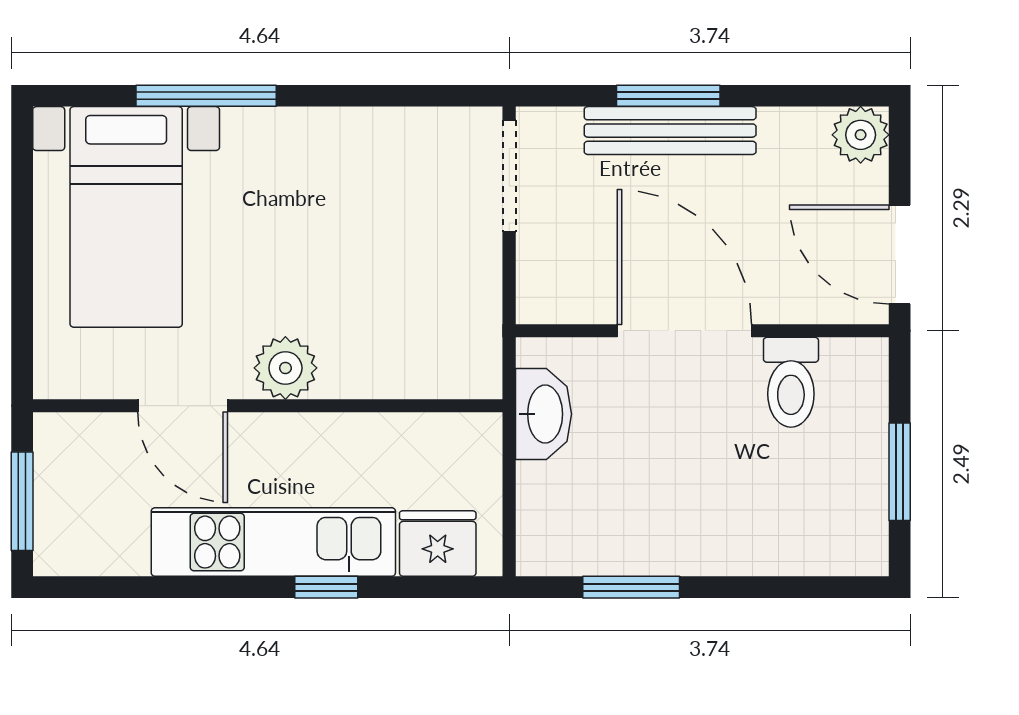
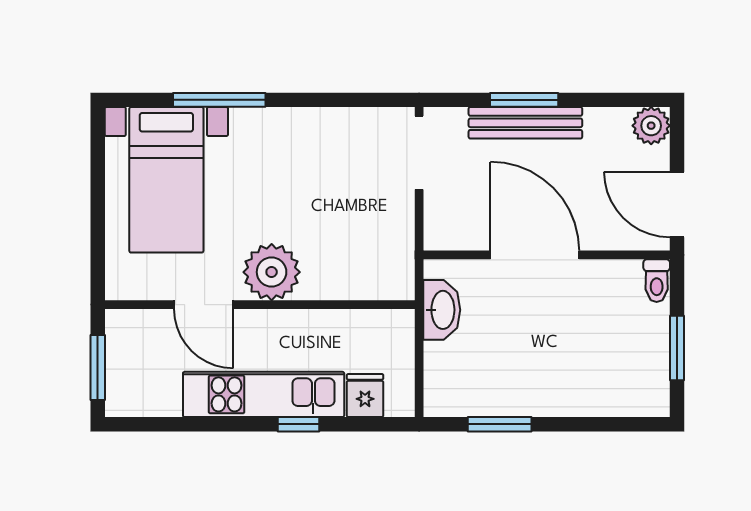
plant: (285, 368) -> (272, 272), width x1.36, depth x1.36
toilet: (791, 382) -> (657, 281), moved, width x0.73, depth x0.72
fridge: (438, 544) -> (365, 395), width x0.72

